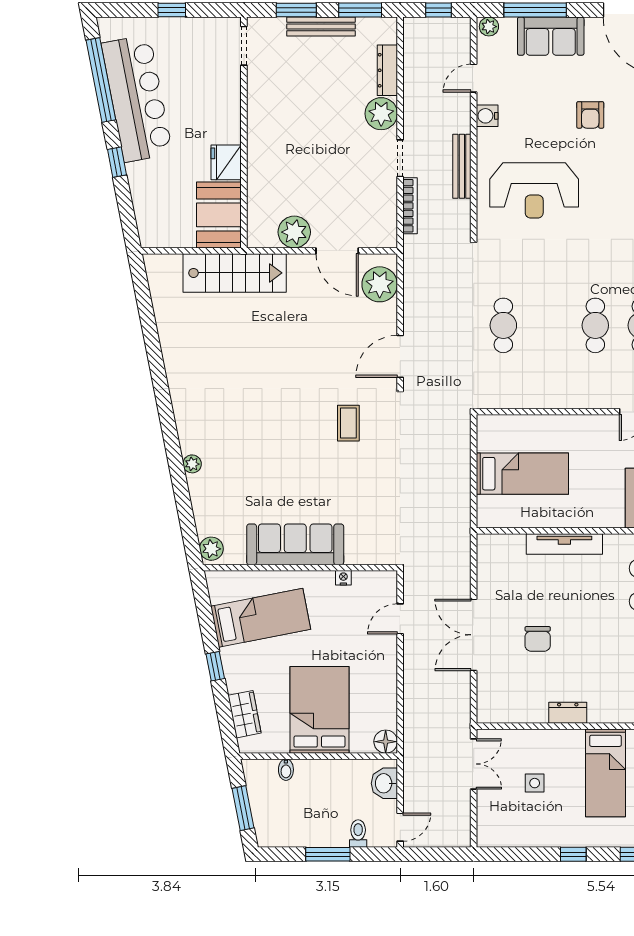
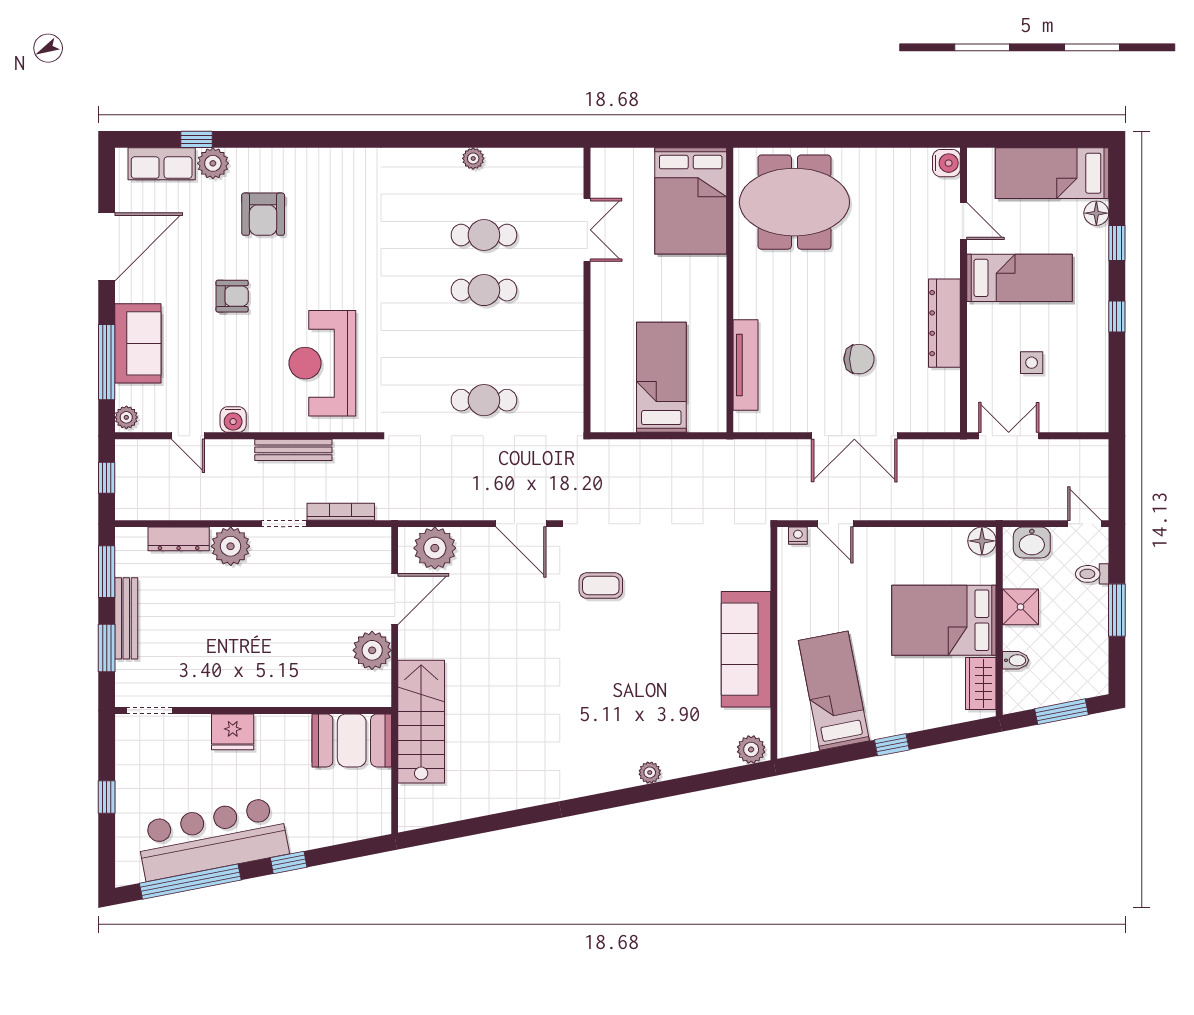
fridge: (226, 162) -> (233, 732), moved
reception desk: (534, 190) -> (322, 363), turned 180
tv unit: (564, 544) -> (746, 365), moved
nightstand: (343, 578) -> (798, 536), moved, turned 90
dresser: (568, 713) -> (944, 323), width x1.96, depth x1.24
wardrobe: (245, 714) -> (981, 684), moved, turned -79
shower: (331, 774) -> (1021, 607), added

